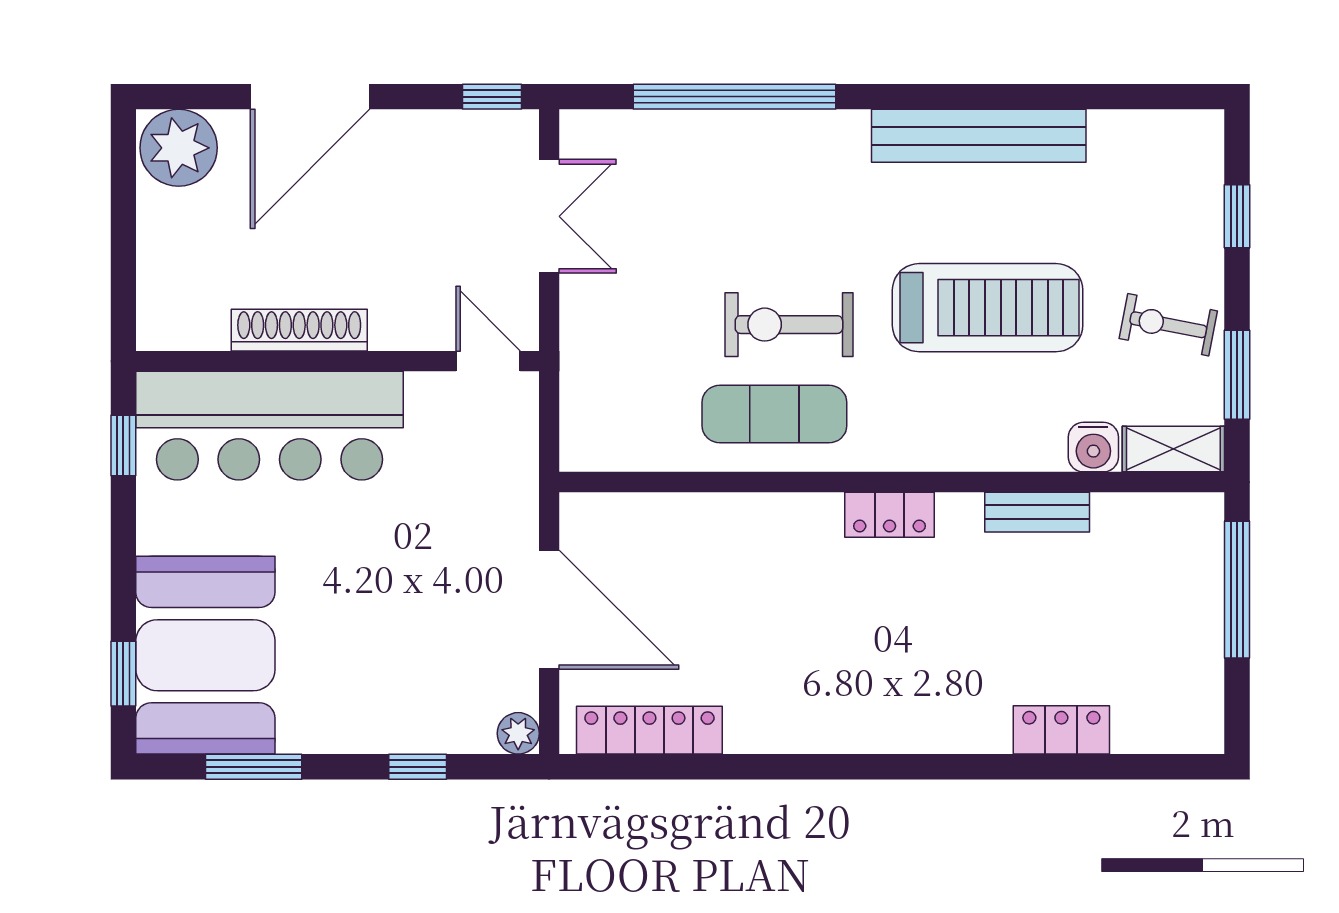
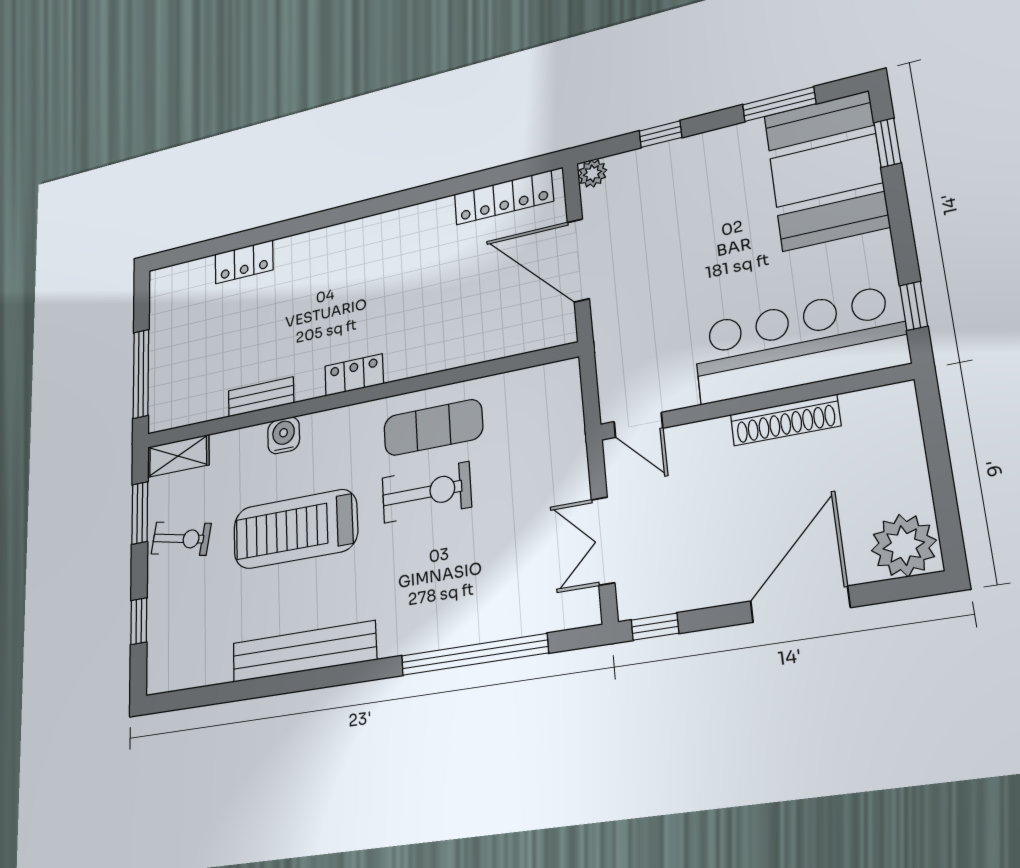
water cooler: (1093, 447) -> (284, 435), moved

